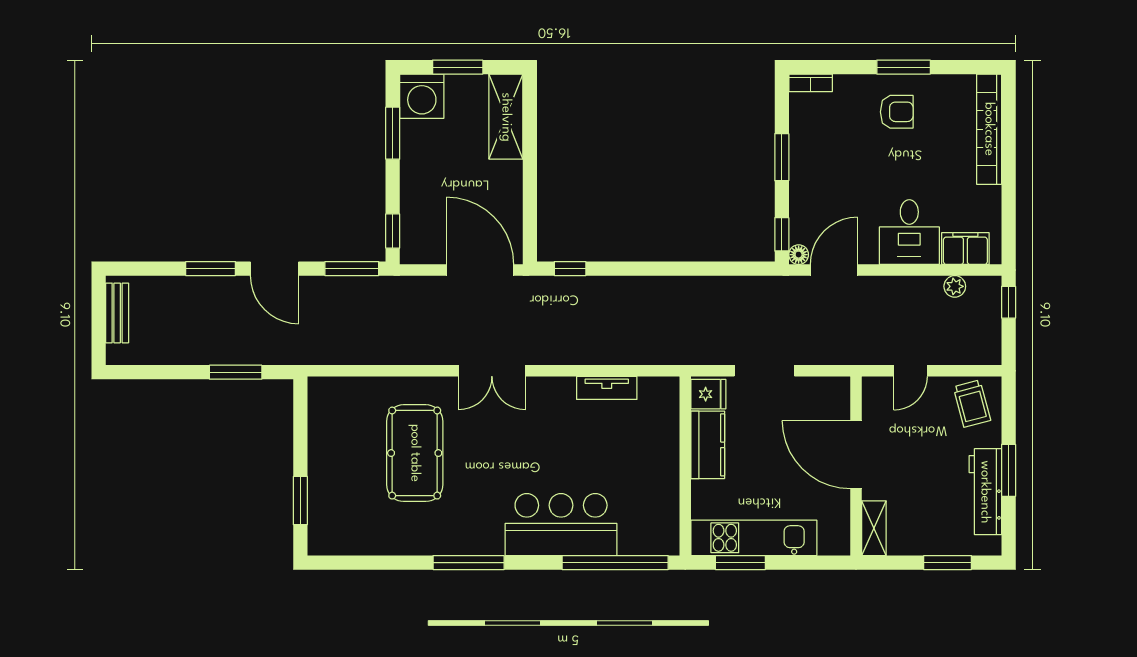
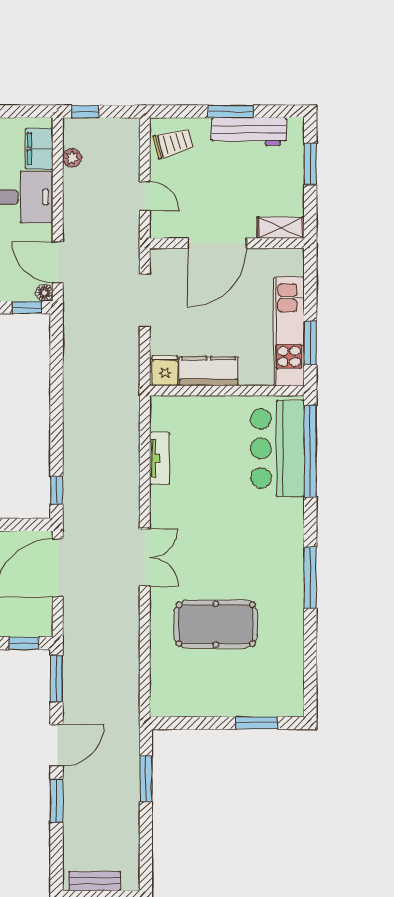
doorway: (764, 371) -> (145, 300), moved
bar counter: (561, 525) -> (277, 448), moved

